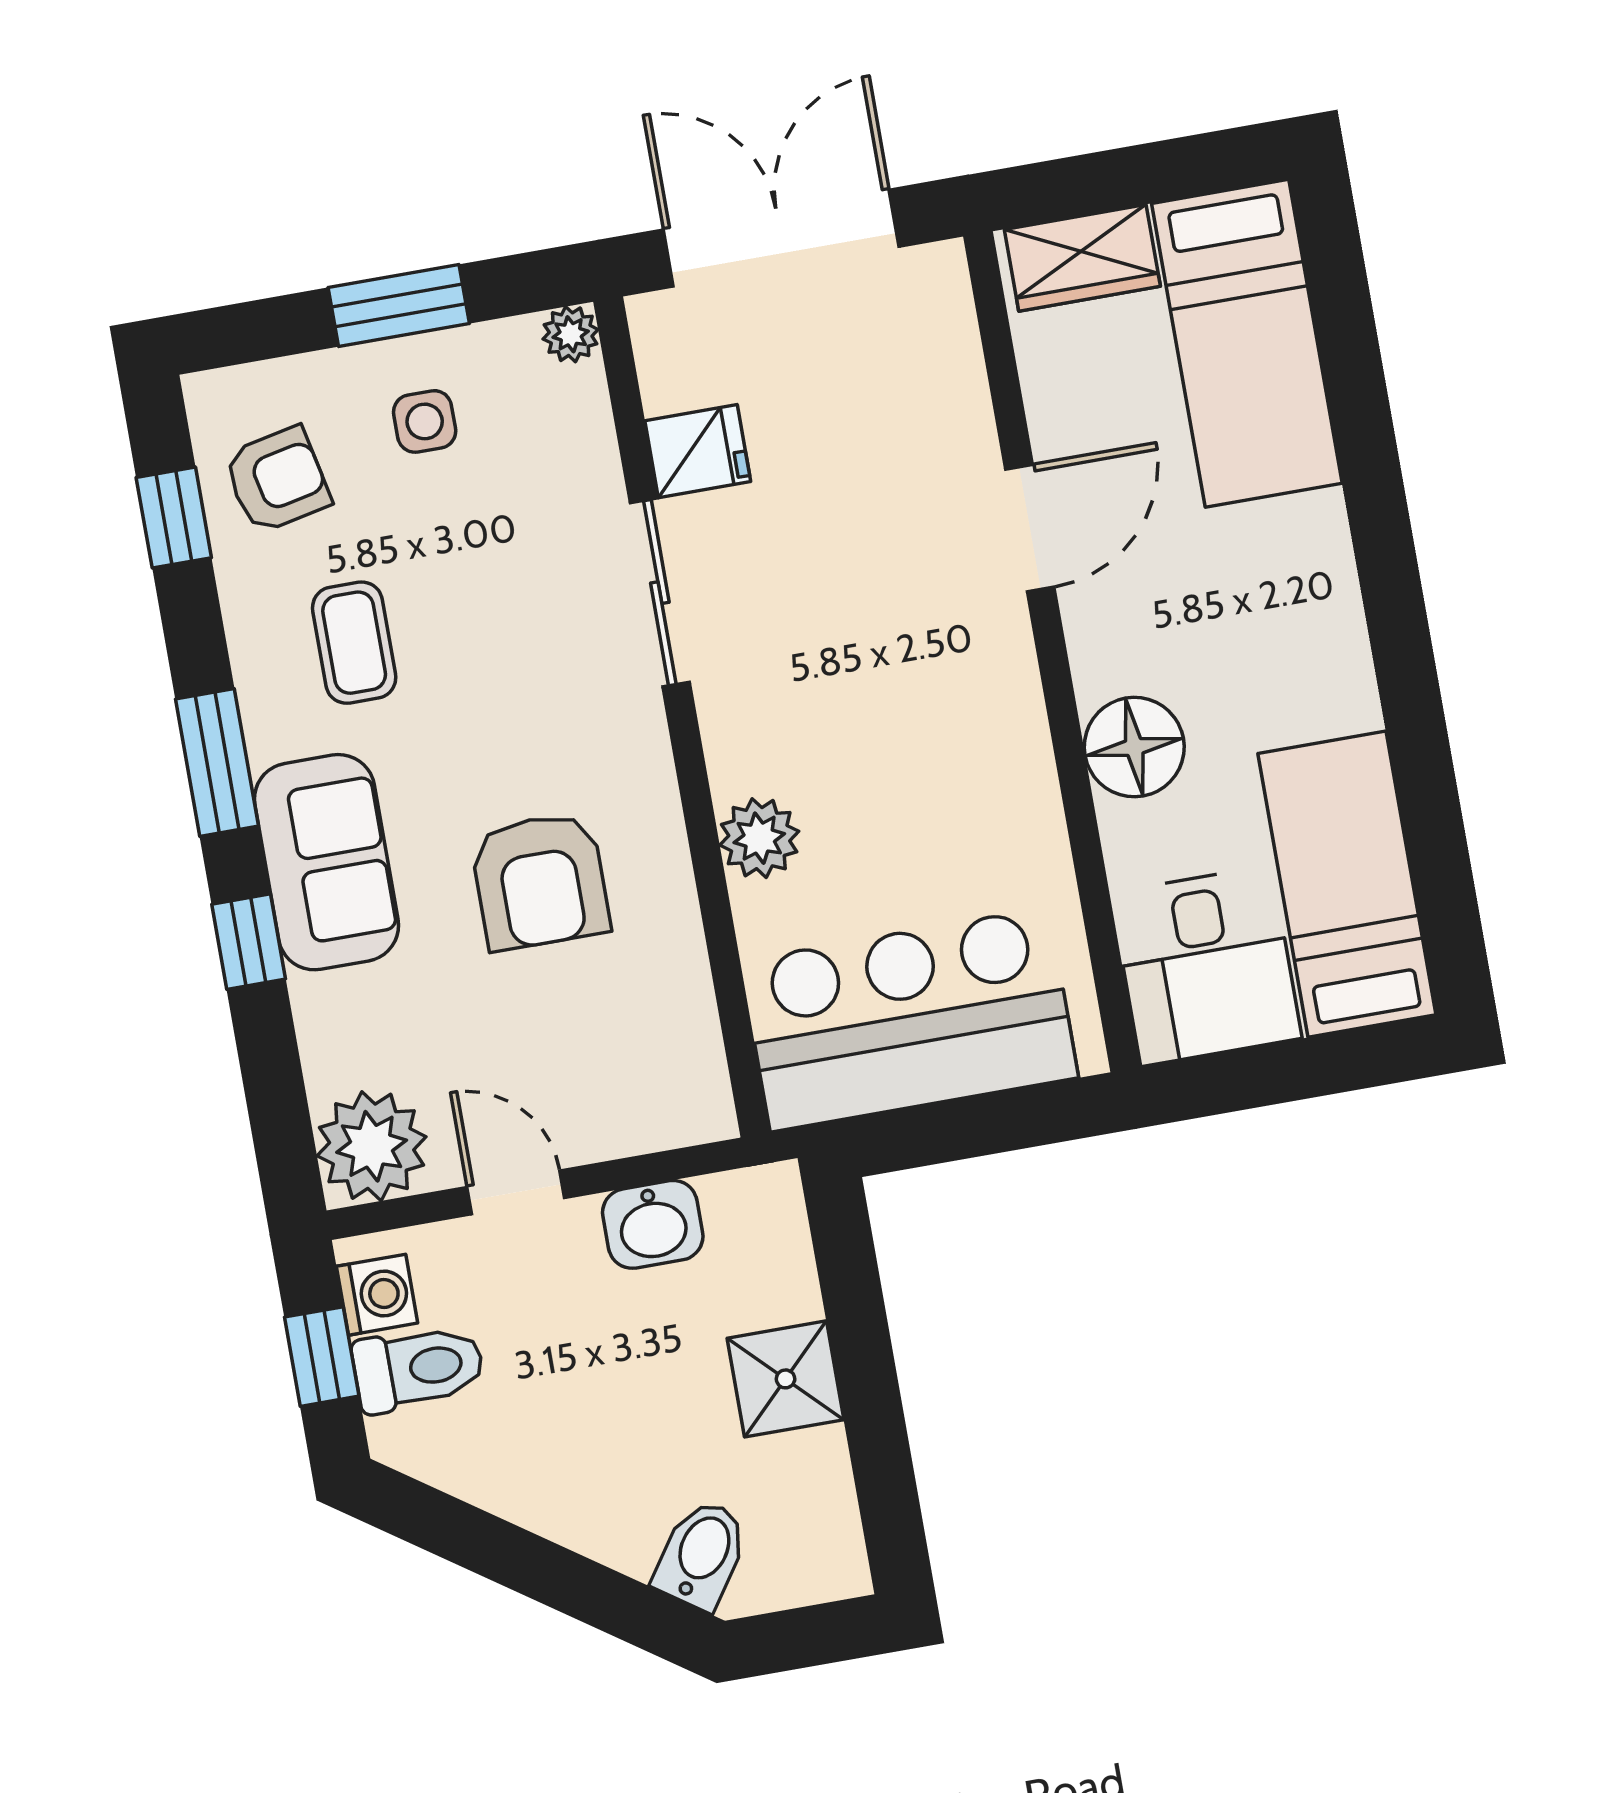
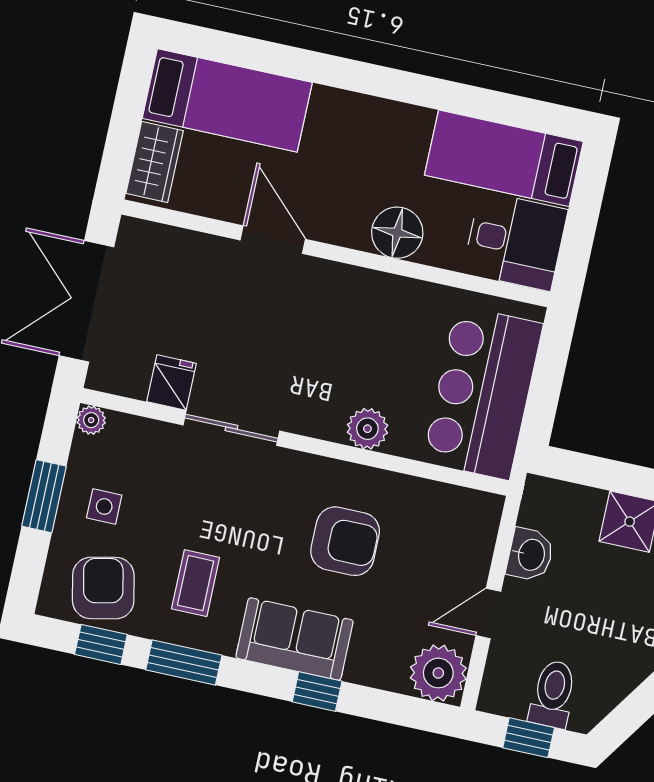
armchair: (277, 480) -> (103, 588), width x1.38, depth x1.38
coffee table: (354, 643) -> (196, 583), turned 90
window: (217, 762) -> (184, 662), moved
washing machine: (377, 1295) -> (510, 699), removed

